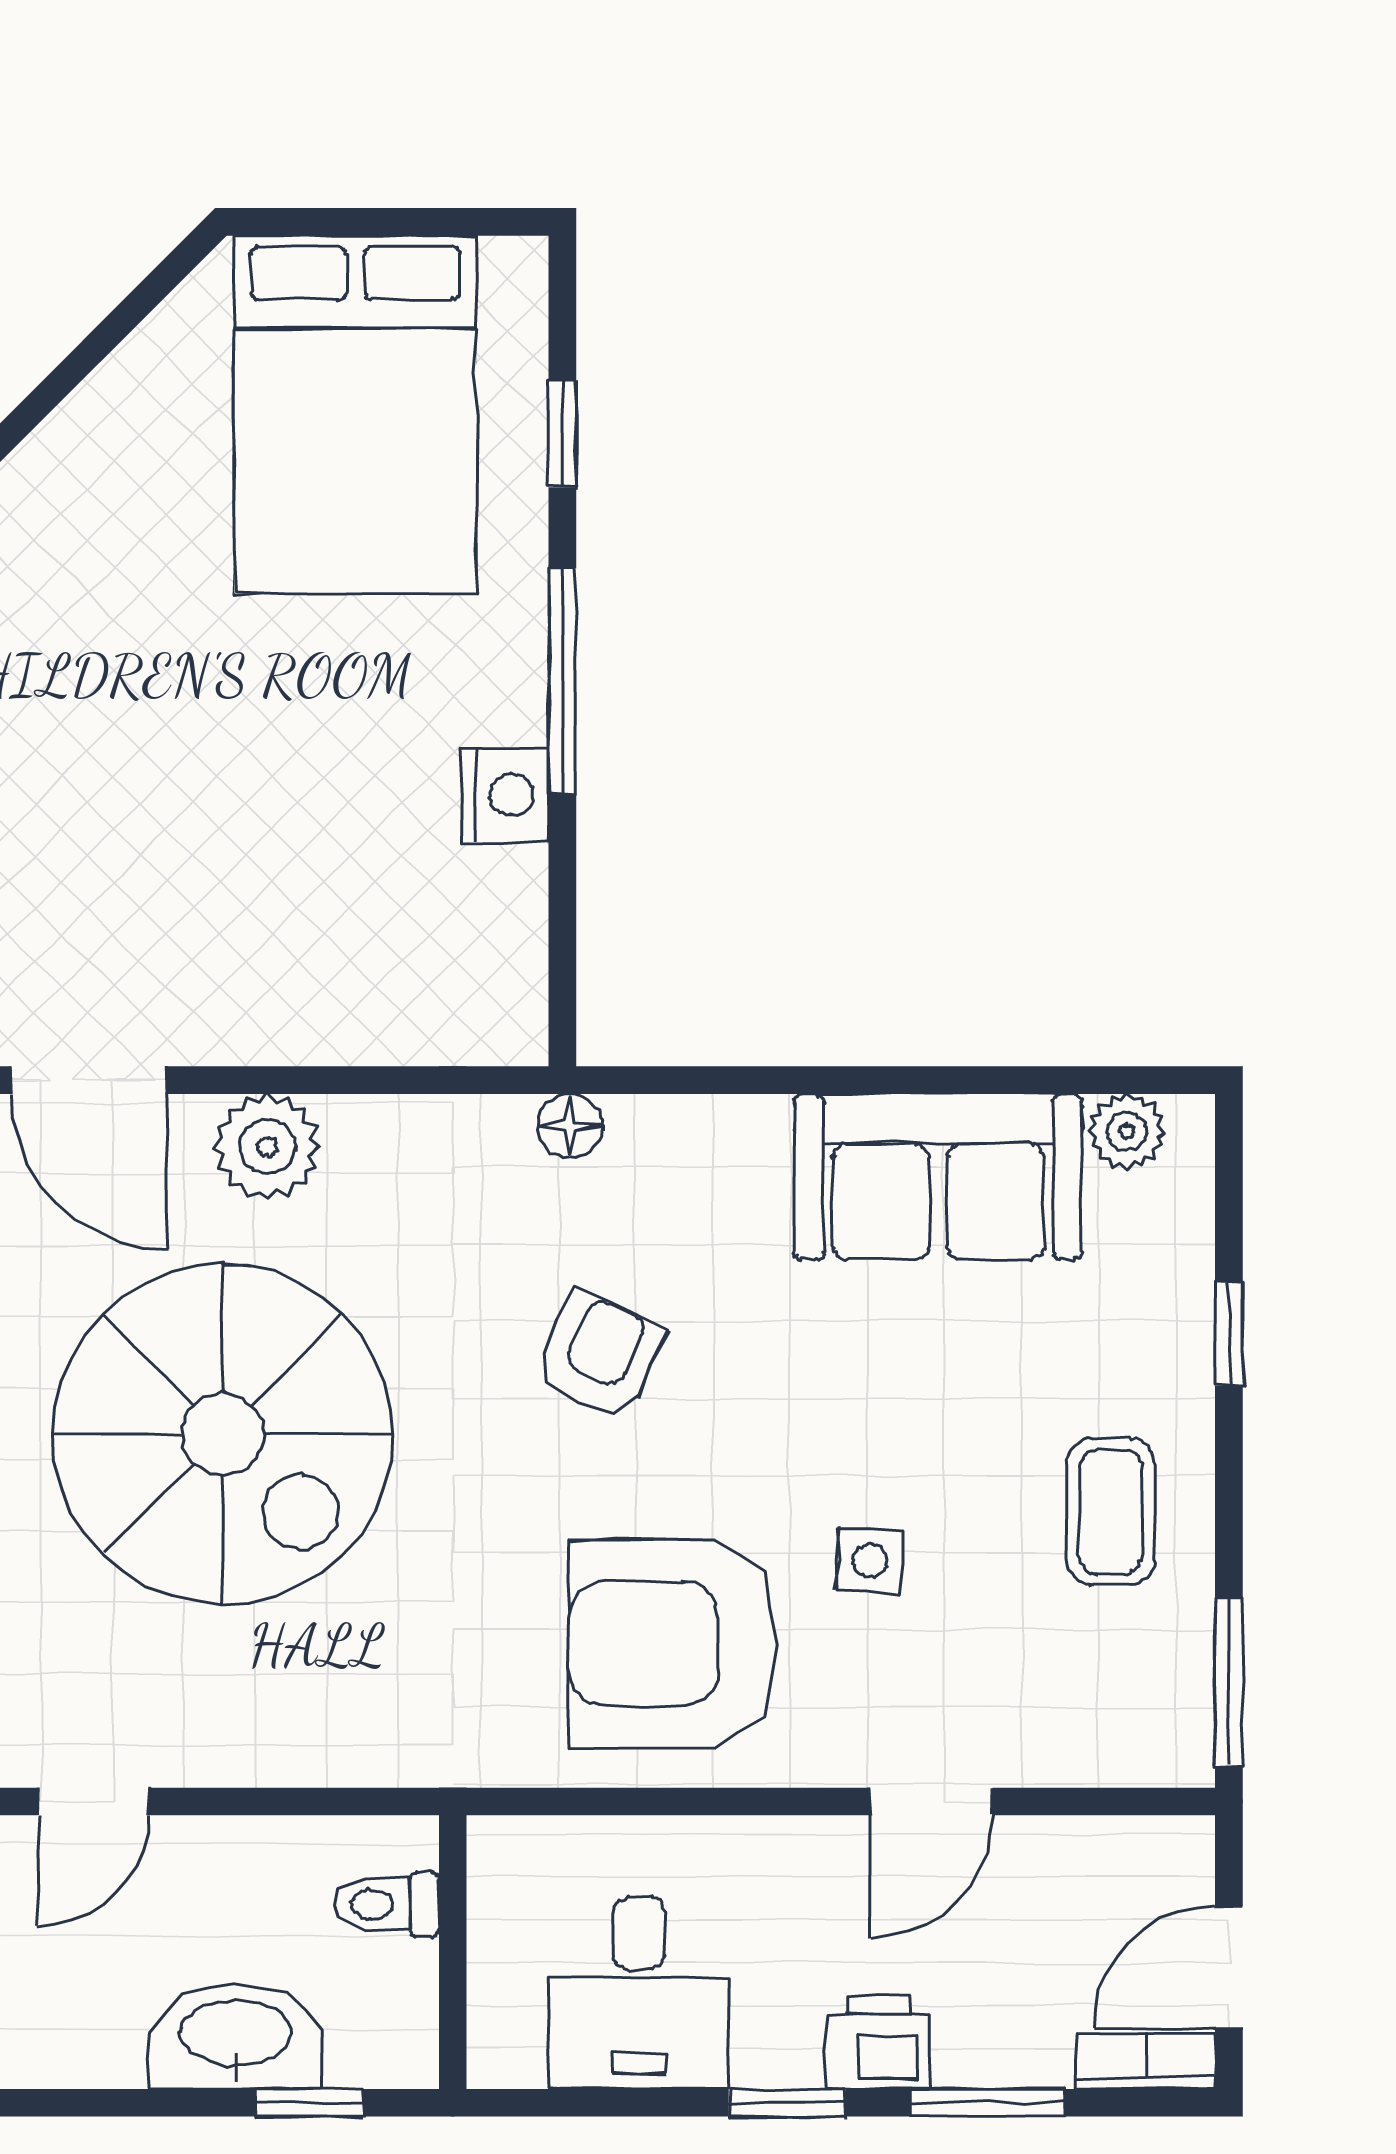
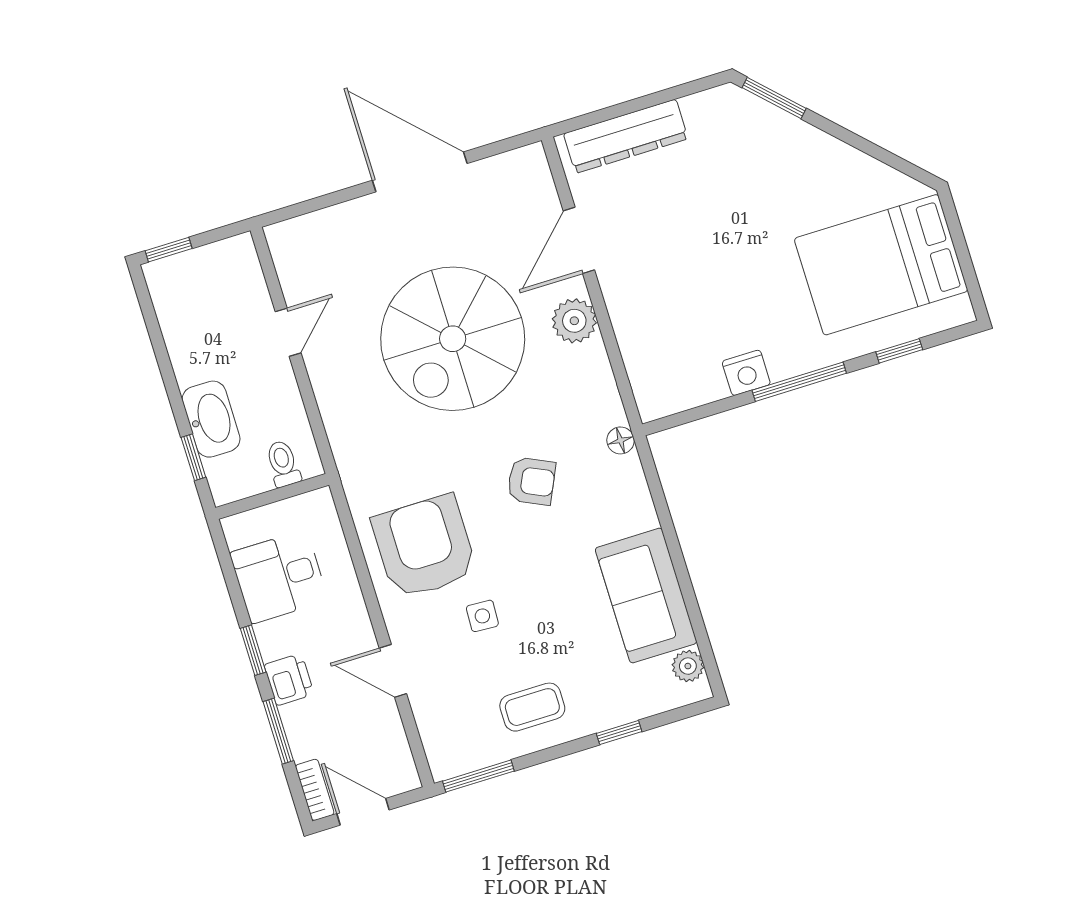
door: (93, 1801) -> (288, 332), swing flipped

